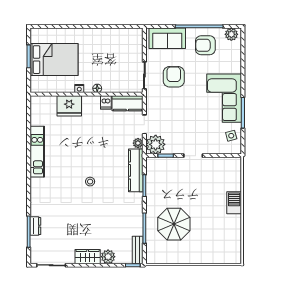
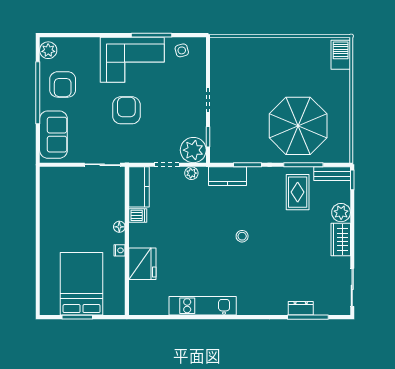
armchair: (174, 77) -> (126, 110), moved, turned 90
kitchen counter: (136, 170) -> (227, 176), width x0.67
barbecue: (234, 203) -> (341, 55), moved, turned 90
rug: (124, 224) -> (298, 192), added
parasol: (174, 224) -> (298, 126), width x1.36, depth x1.36

